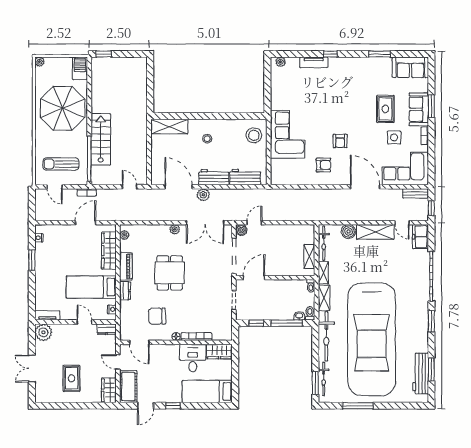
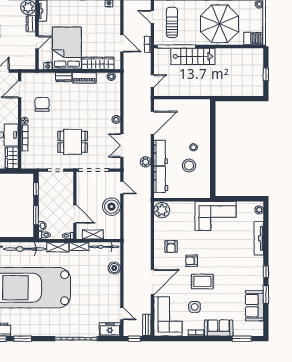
window: (104, 54) -> (266, 74), moved
window: (330, 54) -> (266, 272), moved
tv unit: (314, 62) -> (259, 238), width x1.41
sofa: (410, 67) -> (254, 306), moved
window: (431, 106) -> (242, 339), moved
rug: (385, 109) -> (202, 281), moved
shelving: (169, 127) -> (204, 115), removed
corner sofa: (288, 134) -> (215, 216), moved
stool: (254, 135) -> (189, 166), moved
plant: (281, 176) -> (162, 210), added
door: (55, 187) -> (152, 17), hinge flipped
plant: (203, 195) -> (146, 162), moved
double door: (205, 223) -> (122, 145), width x0.73
door: (402, 223) -> (122, 314), swing flipped
boiler: (241, 230) -> (111, 207), moved, width x1.86, depth x1.86
shelving: (375, 232) -> (114, 291), removed
dining table: (170, 273) -> (73, 142), moved
door: (254, 278) -> (75, 214), moved
bed: (91, 287) -> (67, 48), width x1.50
window: (431, 321) -> (23, 339), moved
window: (287, 323) -> (36, 215), width x0.69
dresser: (106, 329) -> (31, 24), moved

